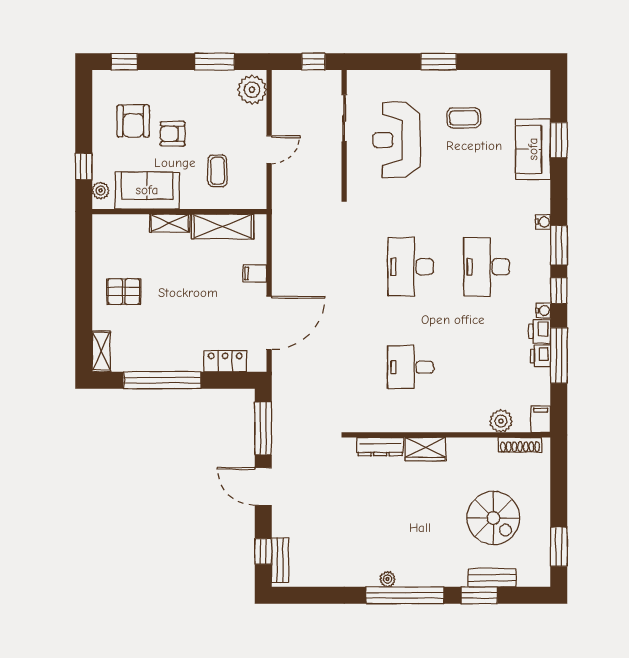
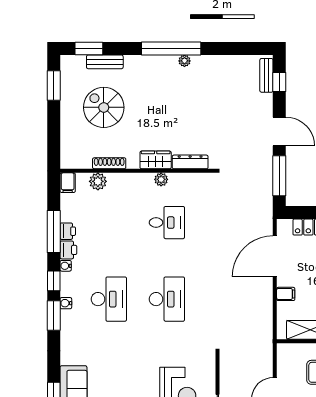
water cooler: (543, 222) -> (66, 303), moved
plant: (418, 424) -> (161, 179), added
shoe rack: (520, 445) -> (109, 163), moved
window: (479, 595) -> (89, 49), moved

